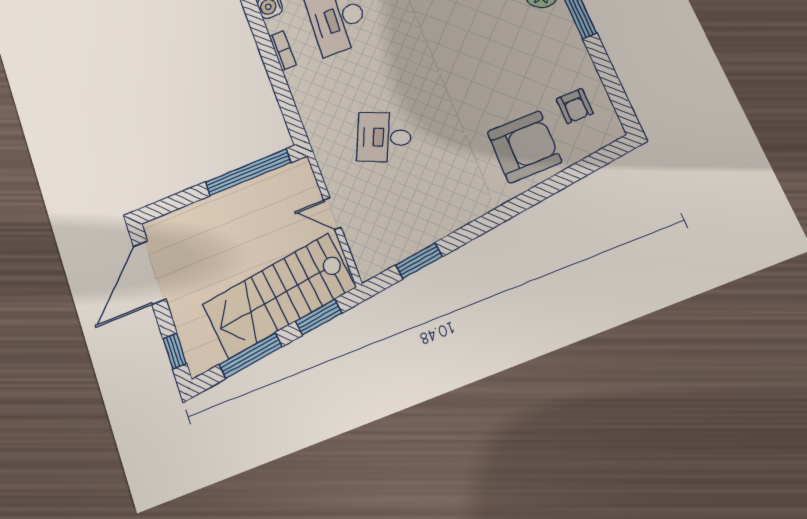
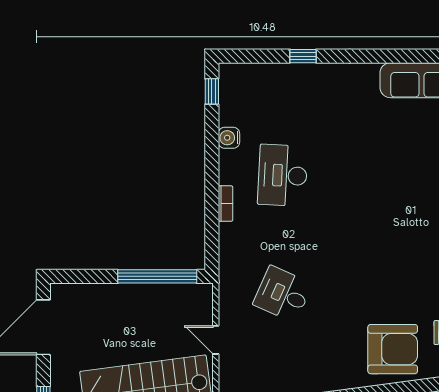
bookcase: (283, 50) -> (225, 204), moved

